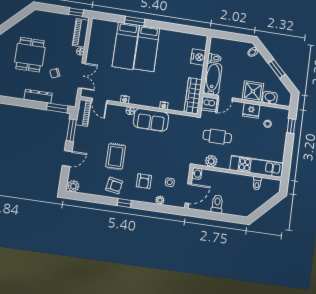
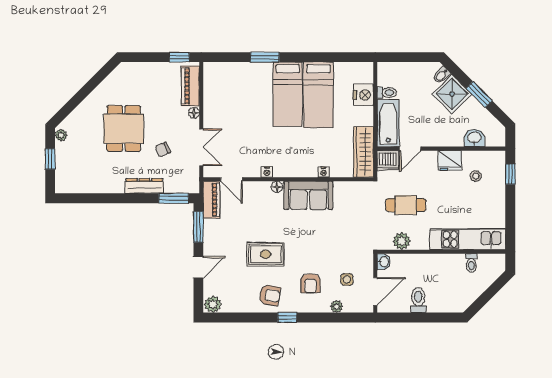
bed: (126, 46) -> (318, 95), moved
shower: (253, 91) -> (452, 94), moved, turned 45
rug: (116, 156) -> (266, 254), turned 90

